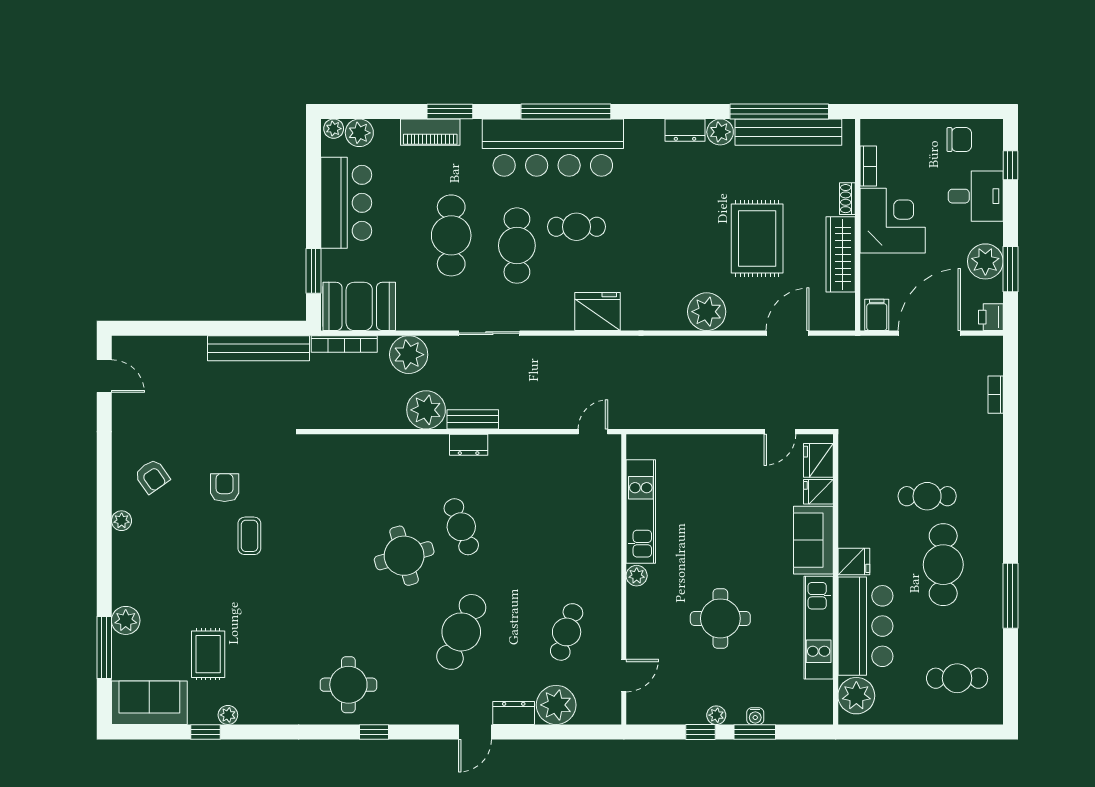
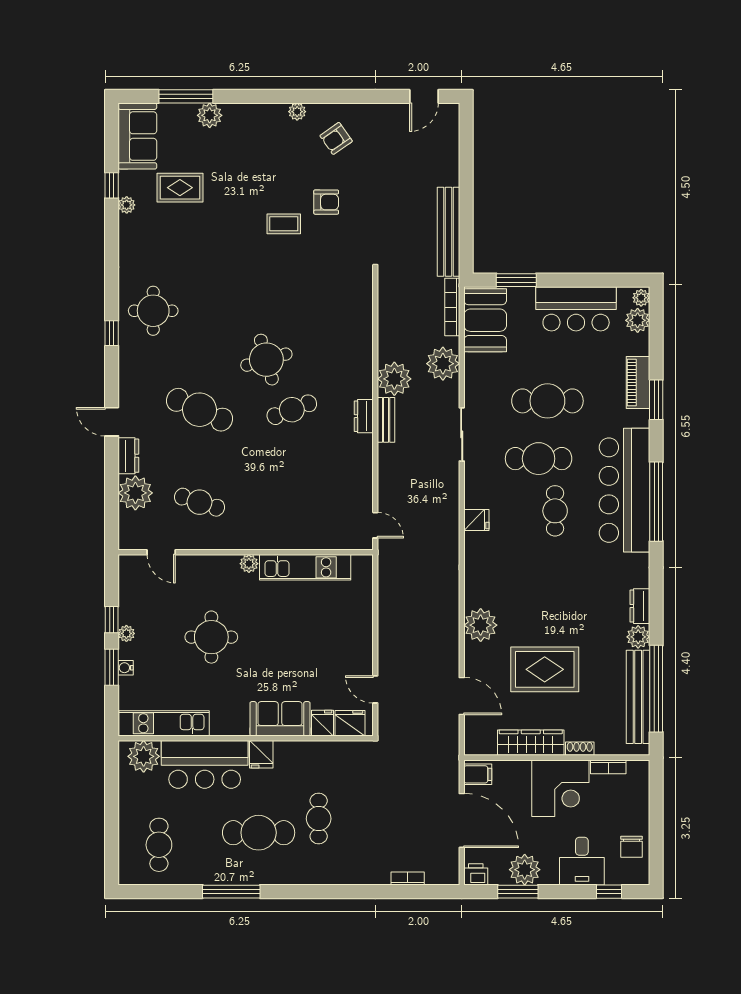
fridge: (598, 311) -> (476, 520), width x0.53, depth x0.75
kitchen unit: (819, 628) -> (164, 723), moved

